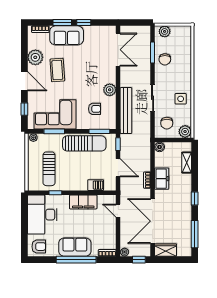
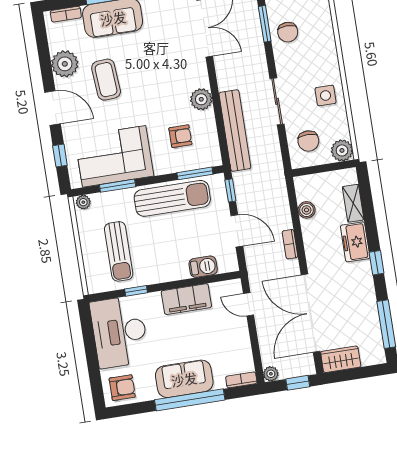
boiler: (160, 147) -> (307, 210), moved
freezer: (162, 179) -> (355, 242), moved, turned 180

